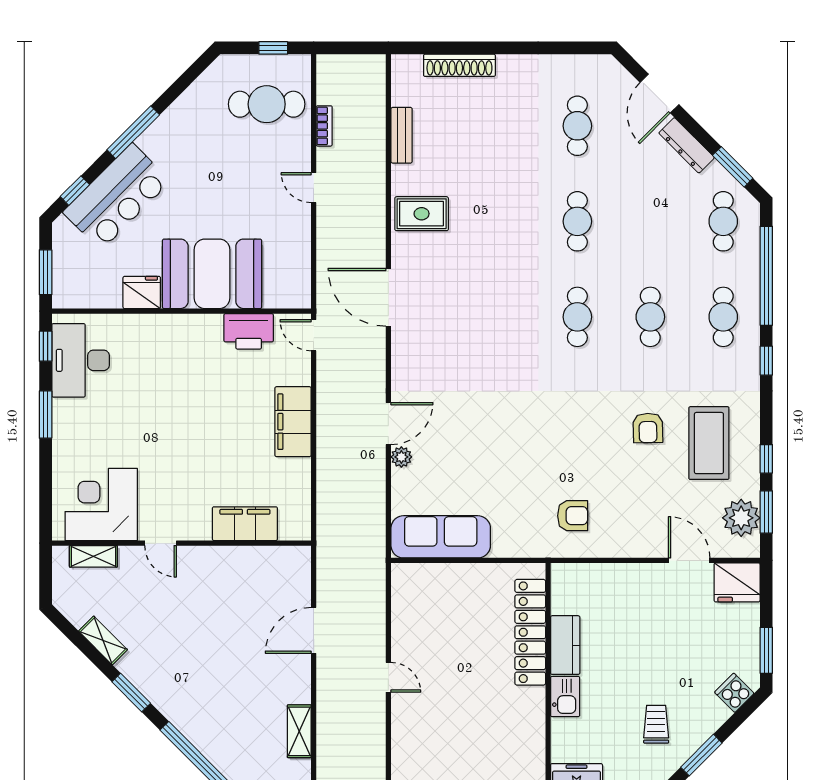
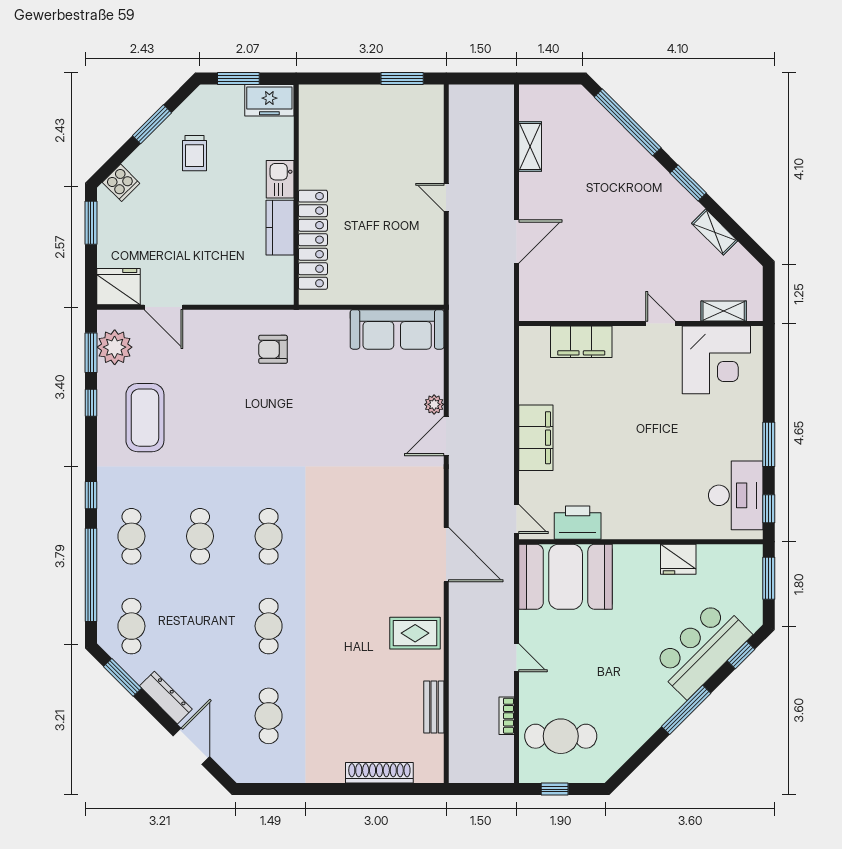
booth: (212, 274) -> (566, 577), moved
armchair: (648, 428) -> (202, 432), removed

